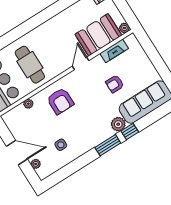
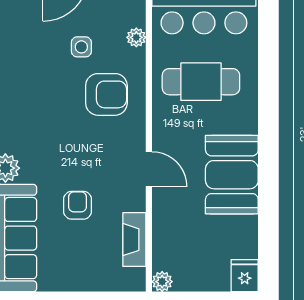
booth: (98, 35) -> (232, 175), moved
armchair: (60, 101) -> (106, 94), turned 180
side table: (61, 145) -> (81, 47), moved

